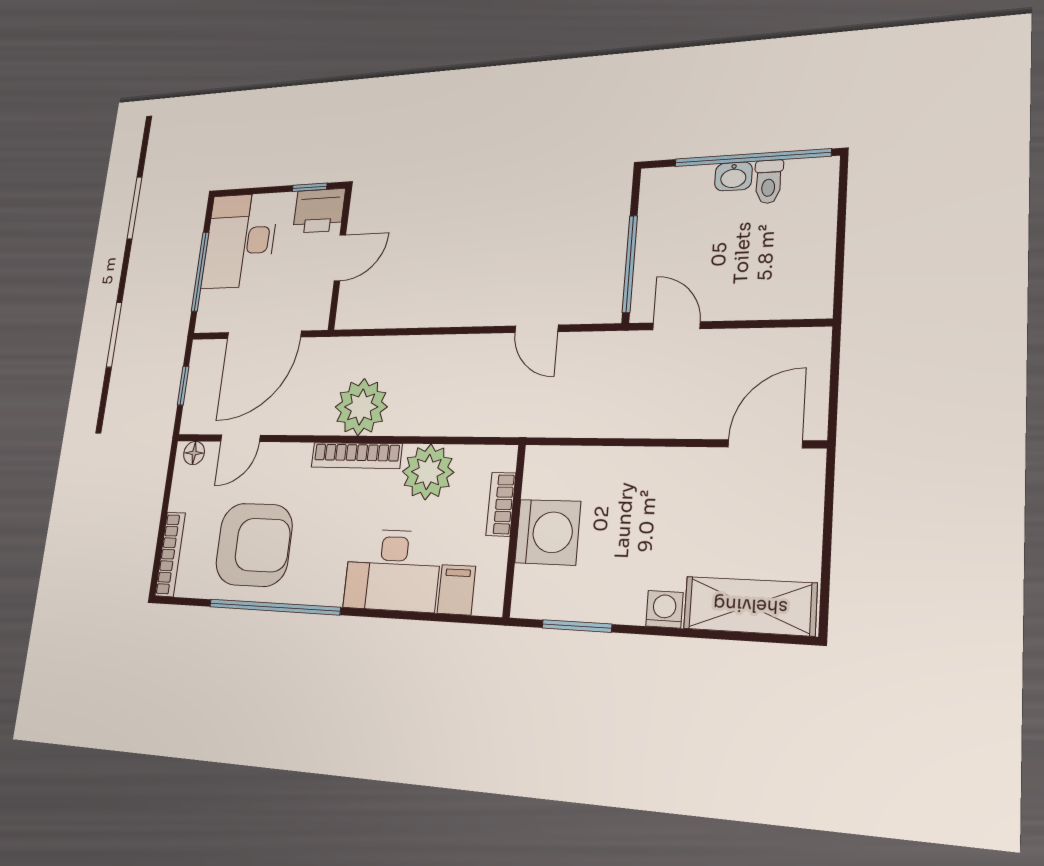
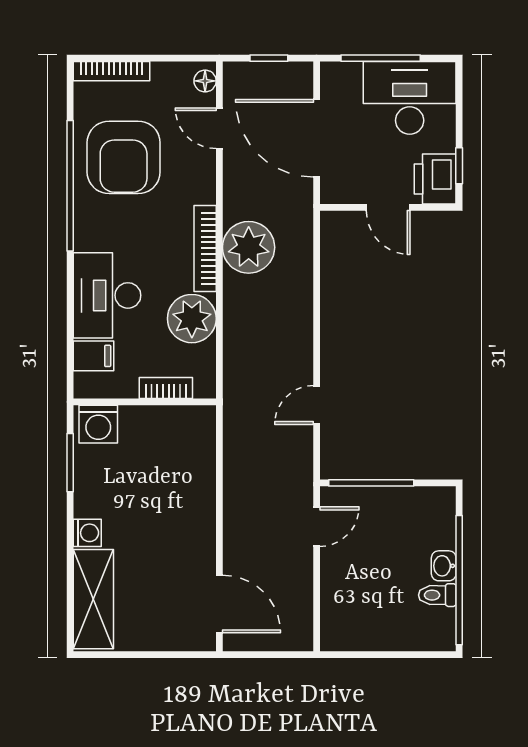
washing machine: (548, 532) -> (98, 424), moved, width x0.73, depth x0.73

